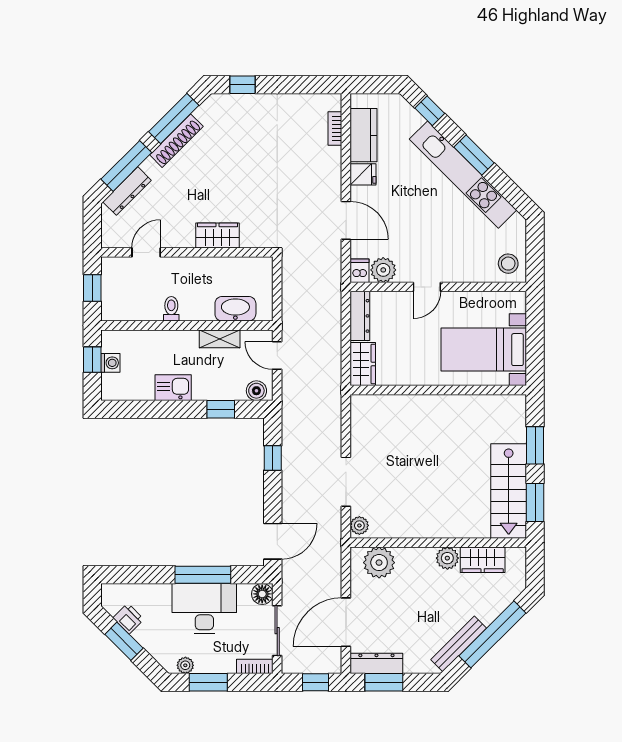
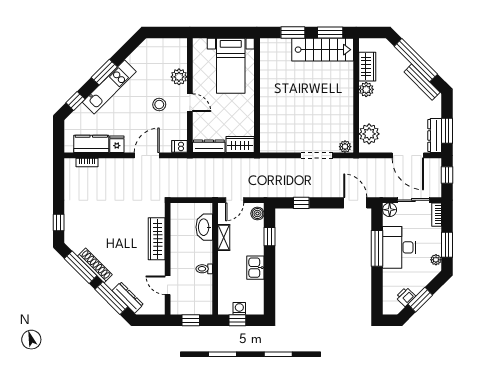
kitchen unit: (463, 175) -> (109, 87), width x0.73
wardrobe: (218, 236) -> (157, 239), width x1.50
stool: (508, 264) -> (159, 105), moved
plant: (383, 270) -> (179, 77), moved

